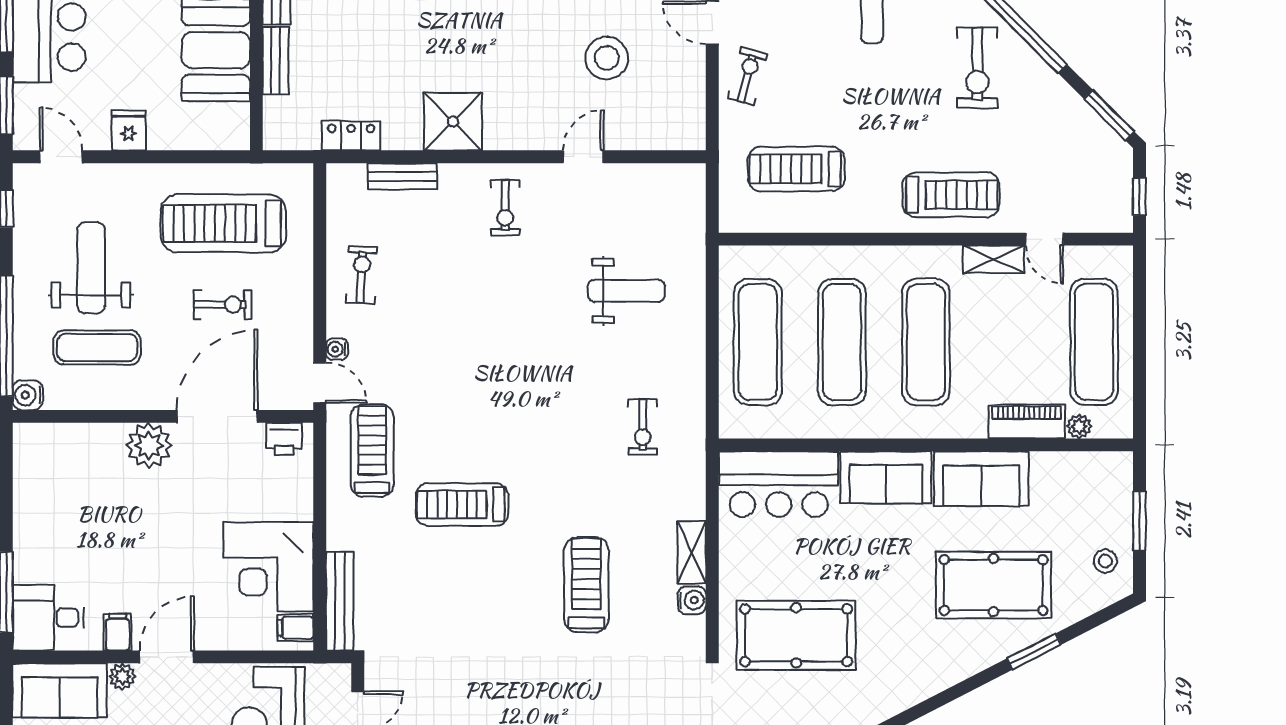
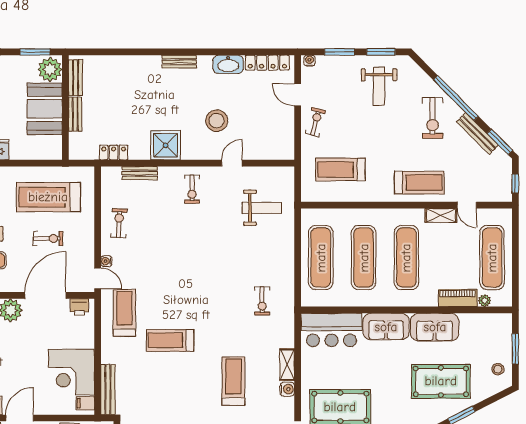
stool: (607, 58) -> (217, 121), moved
bench: (1065, 98) -> (477, 133), added
weight bench: (626, 291) -> (262, 208), moved

